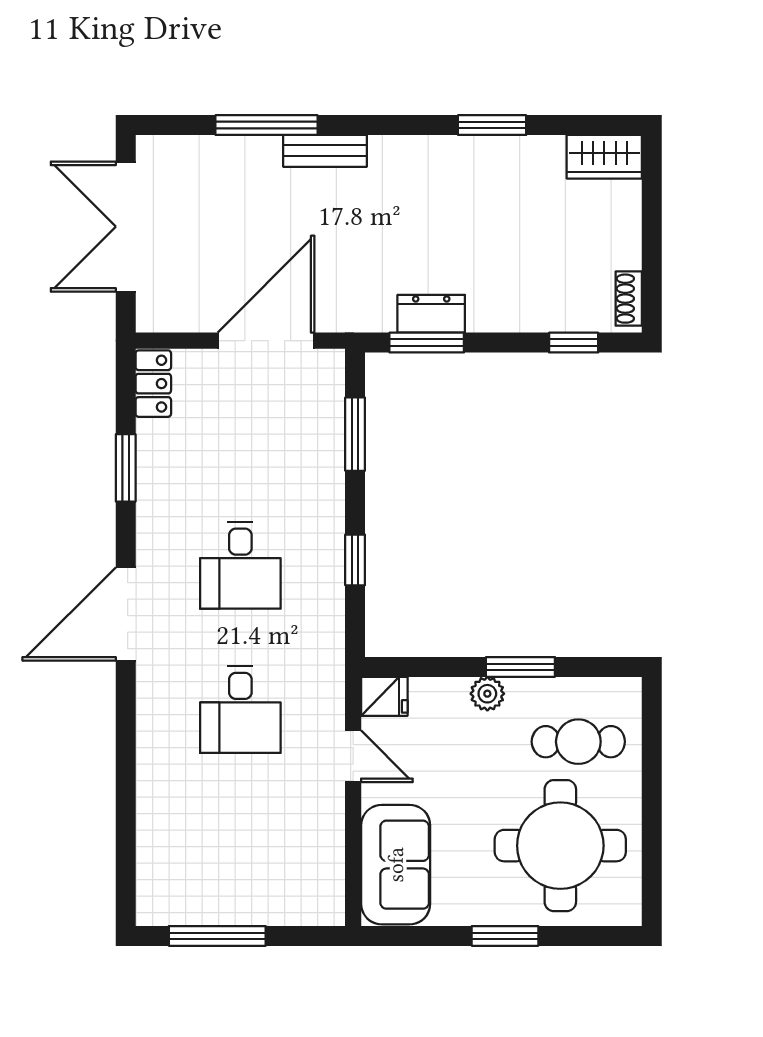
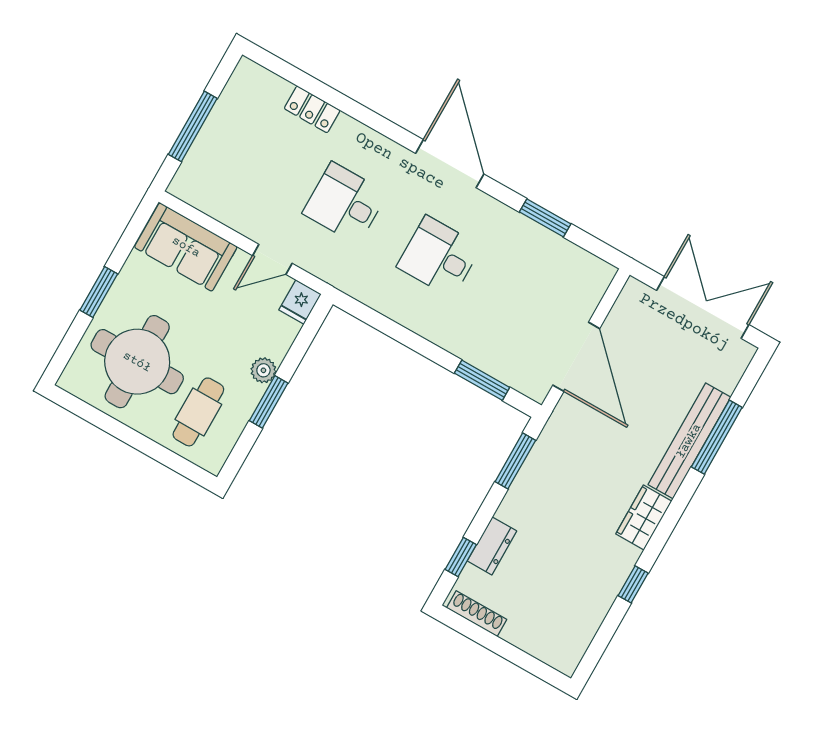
window: (492, 125) -> (633, 584), width x0.67
bench: (325, 151) -> (689, 441), width x1.86, depth x1.21
wardrobe: (604, 157) -> (644, 517), moved
shoe rack: (629, 299) -> (477, 614), width x1.43
dresser: (431, 314) -> (492, 546), moved
locker: (153, 384) -> (312, 109), moved
window: (355, 560) -> (400, 334), removed
window: (217, 936) -> (193, 126), moved

